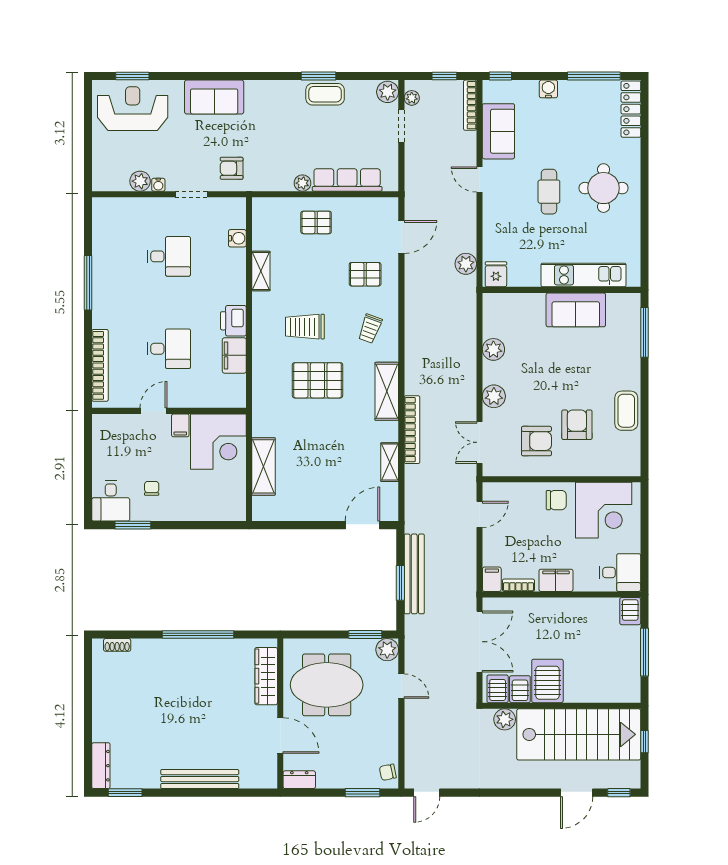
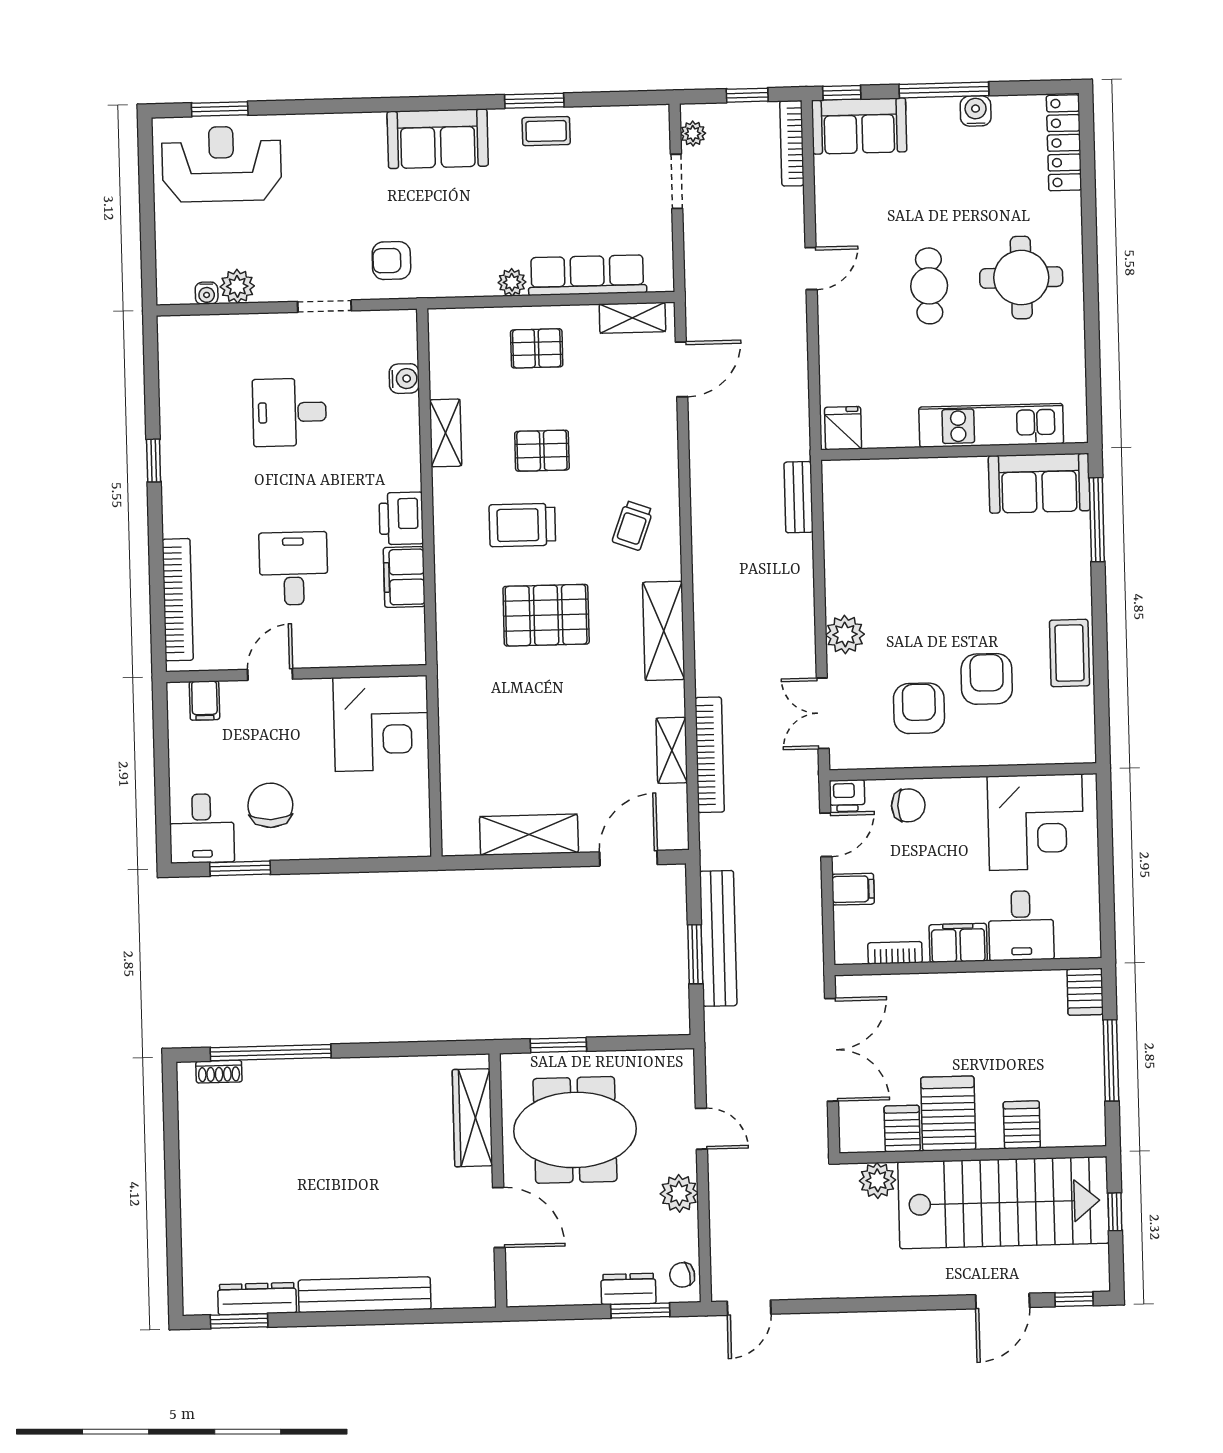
window: (594, 76) -> (944, 90), moved
water cooler: (548, 89) -> (976, 111), moved
plant: (388, 92) -> (652, 124), removed
coffee table: (325, 94) -> (546, 131), width x0.73, depth x0.77
sofa: (214, 97) -> (438, 139), moved
sofa: (498, 131) -> (859, 126), moved, turned 90
door: (479, 180) -> (811, 269), swing flipped
water cooler: (158, 185) -> (207, 293), moved
shelving: (373, 206) -> (632, 318), added
desk: (169, 256) -> (289, 412), turned 180
plant: (466, 264) -> (792, 412), removed
pallet: (365, 274) -> (542, 451), moved
window: (88, 283) -> (154, 461), width x0.46
sofa: (576, 310) -> (1039, 483), moved
bench: (469, 314) -> (798, 497), added
desk: (169, 349) -> (294, 568), turned -90
plant: (493, 349) -> (842, 555), removed
filing cabinet: (180, 425) -> (204, 700), moved
bookcase: (412, 430) -> (710, 755), moved
armchair: (536, 441) -> (919, 708), turned -90
shelving: (264, 466) -> (529, 835), moved, turned 90
chair: (152, 488) -> (270, 805), width x1.87, depth x1.87
printer: (493, 492) -> (847, 796), added
chair: (556, 500) -> (908, 805), moved
desk: (620, 573) -> (1021, 926), moved, turned 90
filing cabinet: (492, 579) -> (853, 889), moved, turned 90
window: (198, 634) -> (271, 1053), moved
window: (365, 634) -> (558, 1045), moved
plant: (387, 650) -> (679, 1193), moved
server rack: (498, 689) -> (1022, 1125), moved
dresser: (101, 766) -> (257, 1299), moved, turned -90
dresser: (299, 780) -> (628, 1289), moved

